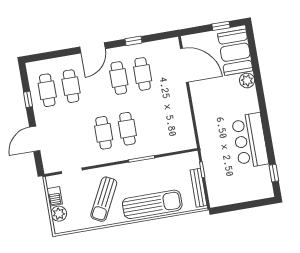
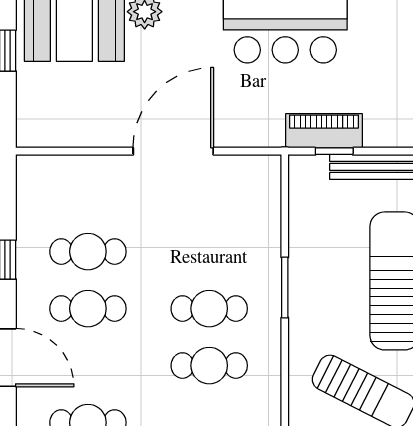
door: (184, 65) -> (173, 151), moved
piano: (210, 164) -> (324, 131), added

